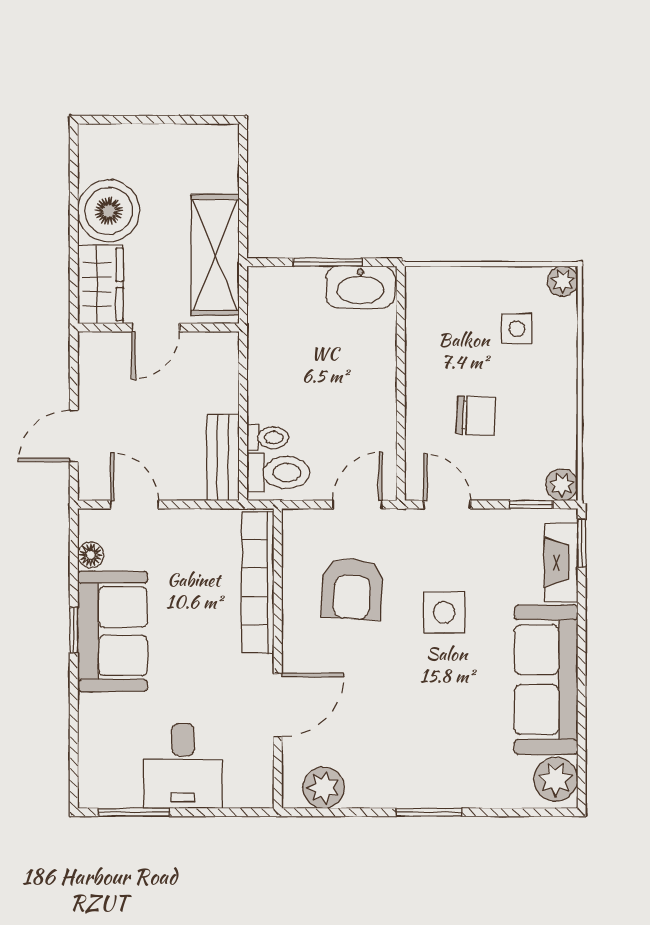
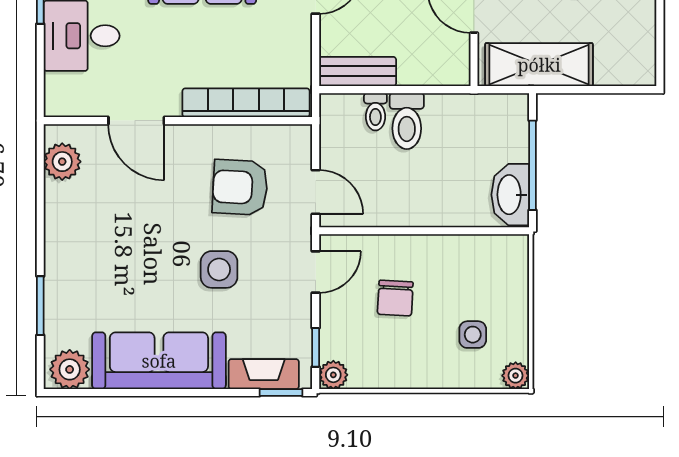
window: (328, 262) -> (532, 165), width x1.44
toilet: (278, 473) -> (407, 121), moved
window: (429, 812) -> (40, 306), moved

